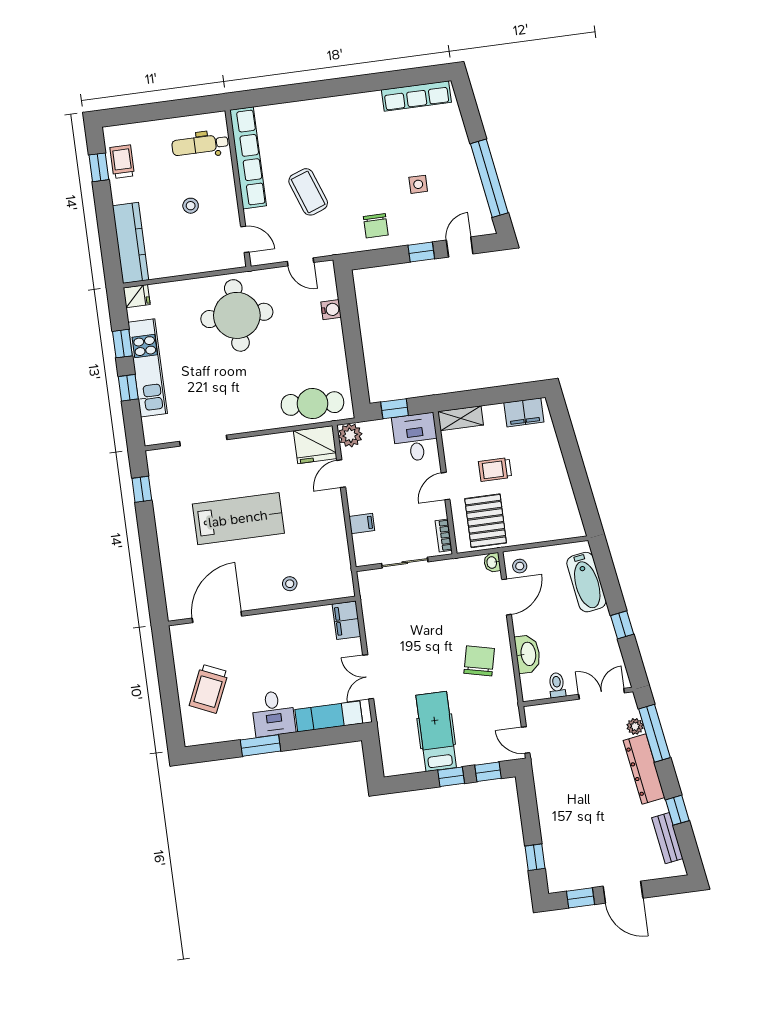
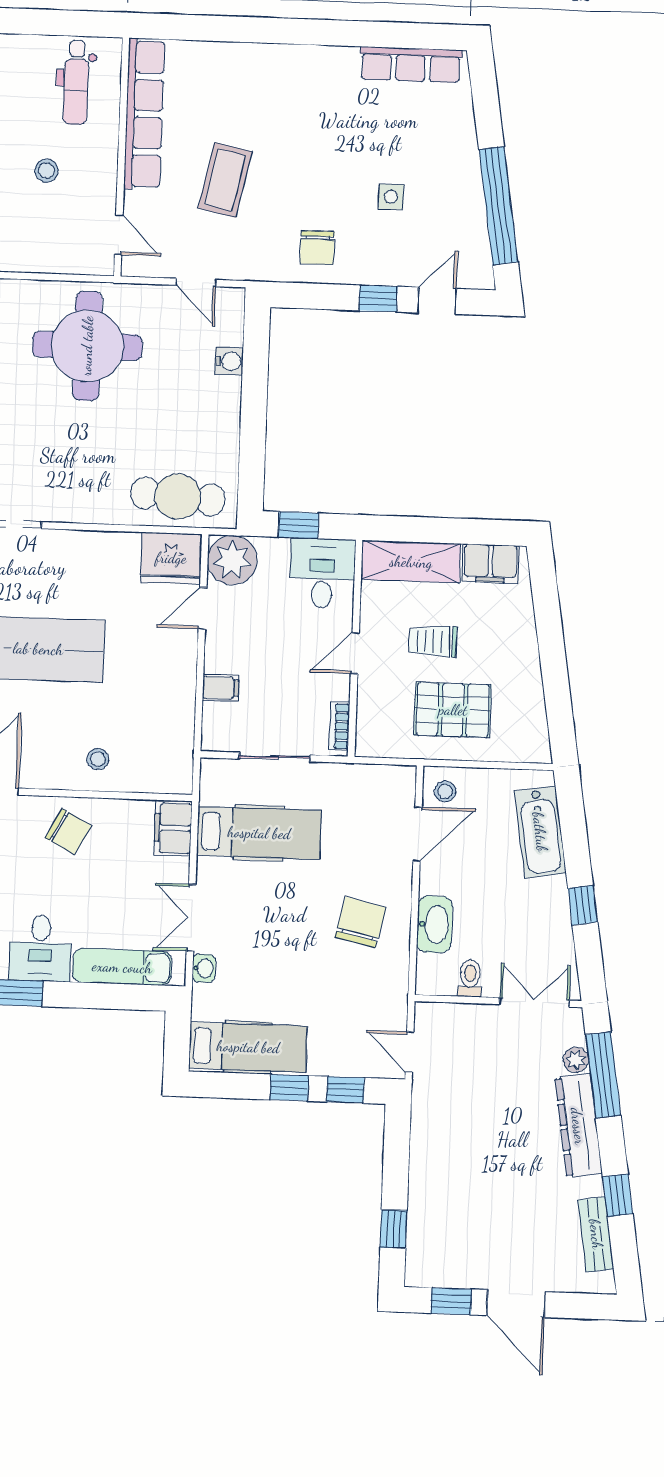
dental chair: (200, 145) -> (76, 82), turned -90
coffee table: (308, 192) -> (225, 180), turned 32
shelving: (461, 418) -> (411, 562), width x1.50, depth x1.33
plant: (350, 435) -> (232, 560), width x1.36, depth x1.36
pallet: (486, 521) -> (453, 710), moved, turned 90
washbasin: (492, 562) -> (204, 968), moved, turned 180
hospital bed: (403, 614) -> (259, 833), added
chair: (278, 634) -> (68, 832), added
hospital bed: (436, 731) -> (248, 1047), moved, turned 90

